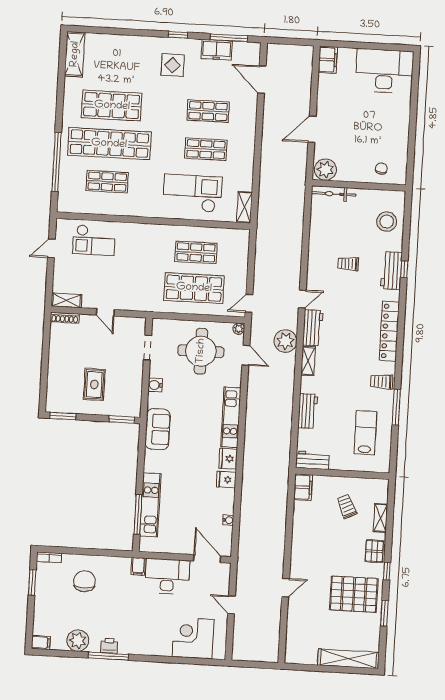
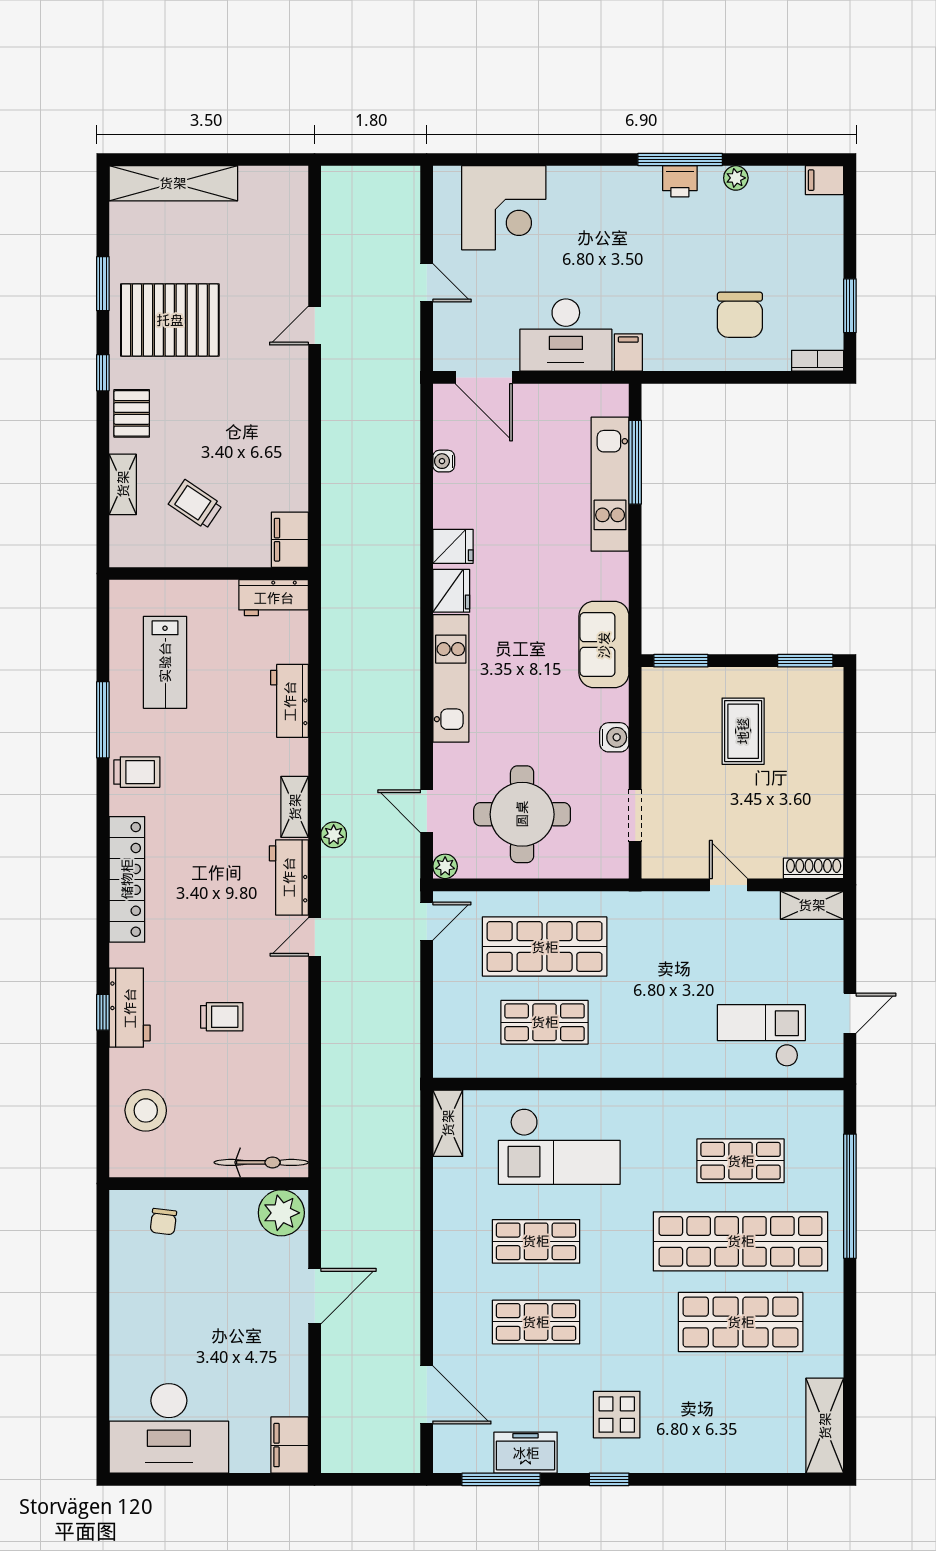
plant: (285, 341) -> (334, 835), width x0.53, depth x0.53
trolley: (347, 506) -> (195, 504), turned 149
plant: (78, 641) -> (736, 178), width x0.53, depth x0.53

